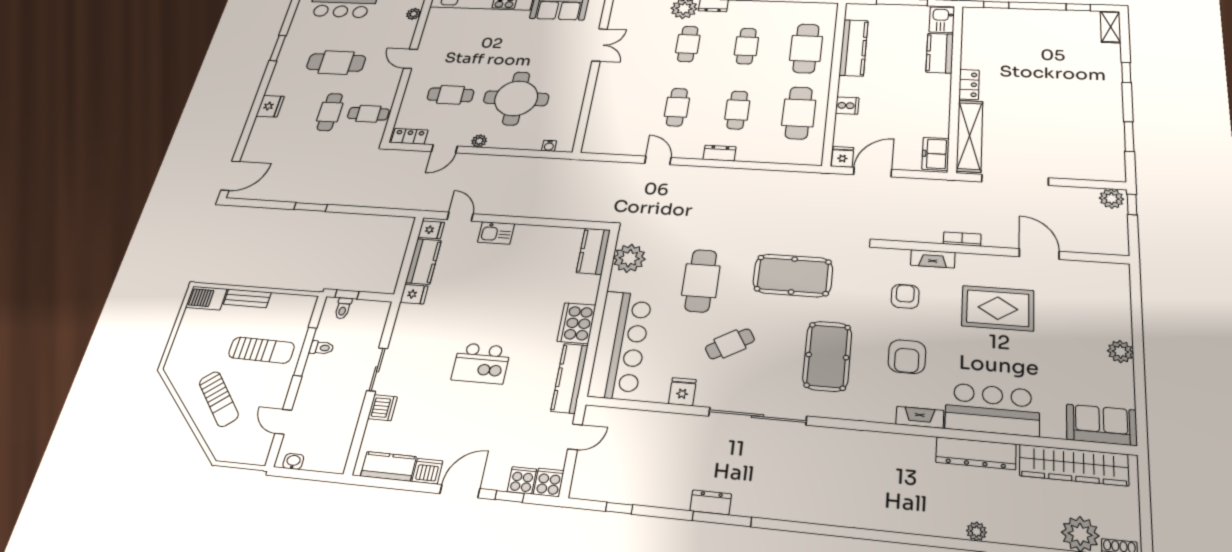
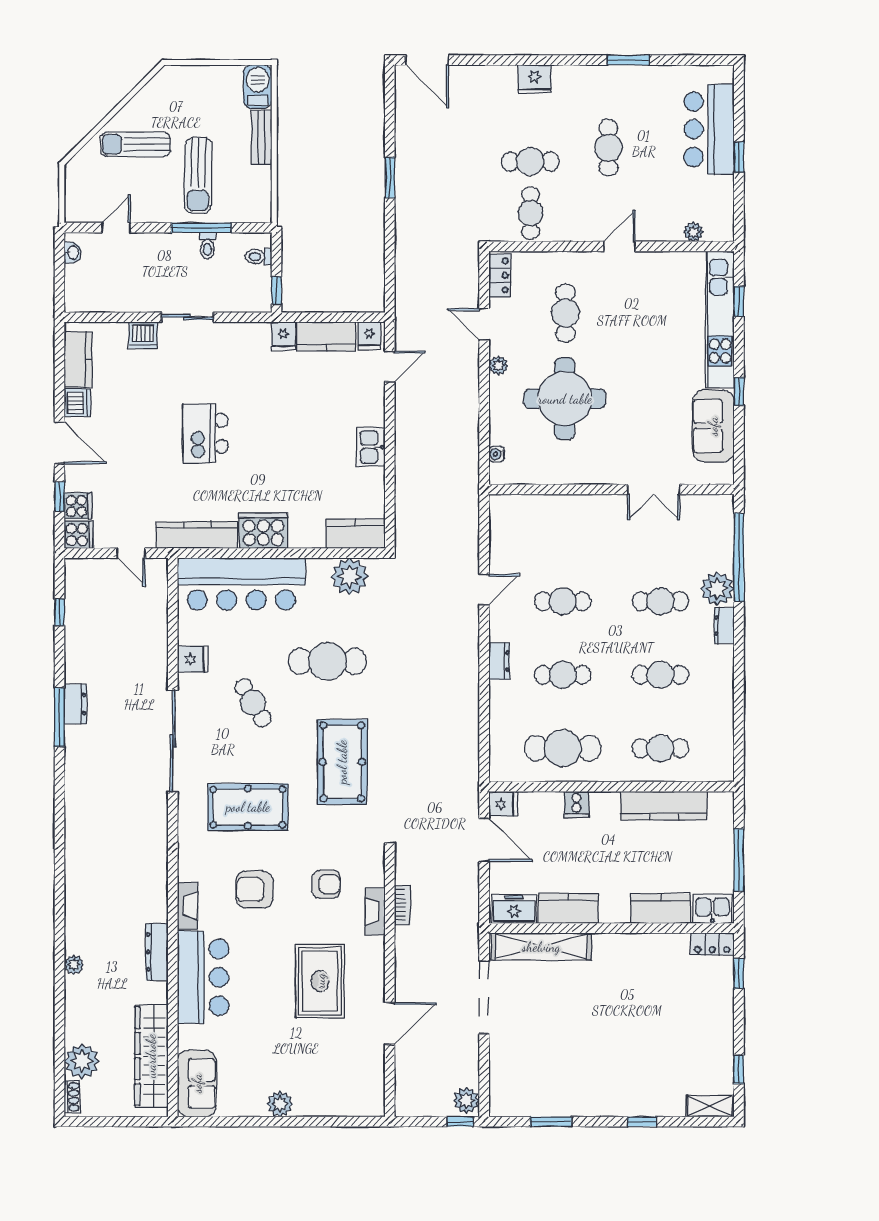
cafe table: (806, 48) -> (660, 748), width x0.73, depth x0.74
cafe table: (336, 63) -> (608, 148), width x0.73, depth x0.74
locker: (969, 85) -> (712, 944), moved
kitchen counter: (937, 115) -> (568, 908), added
kitchen sink: (496, 233) -> (371, 447), moved
bookcase: (962, 239) -> (402, 905), moved
window: (347, 294) -> (277, 290), moved
sun lounger: (219, 399) -> (135, 144), turned 40
dresser: (976, 453) -> (157, 952), width x0.73, depth x0.80

